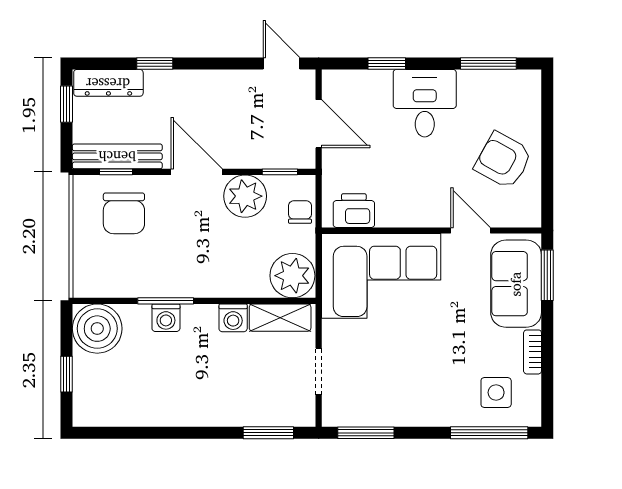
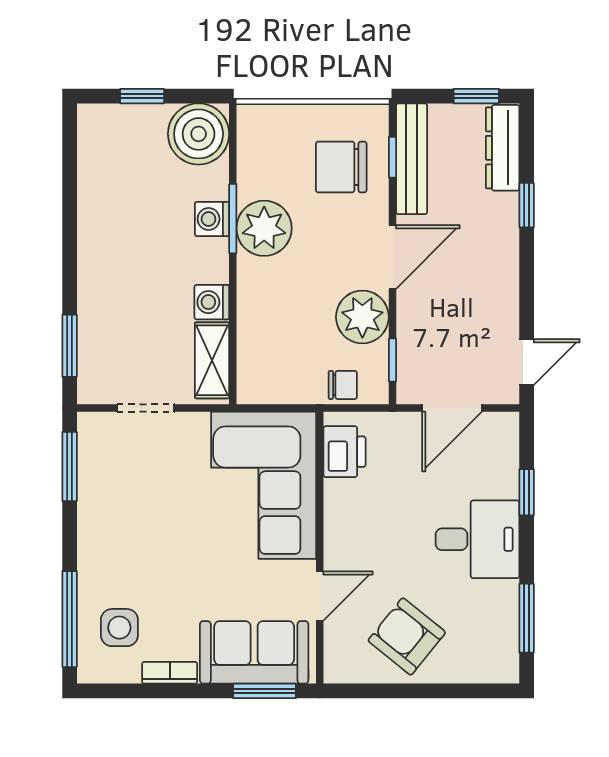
armchair: (503, 160) -> (407, 636), turned -80
plant: (292, 276) -> (264, 228), moved

